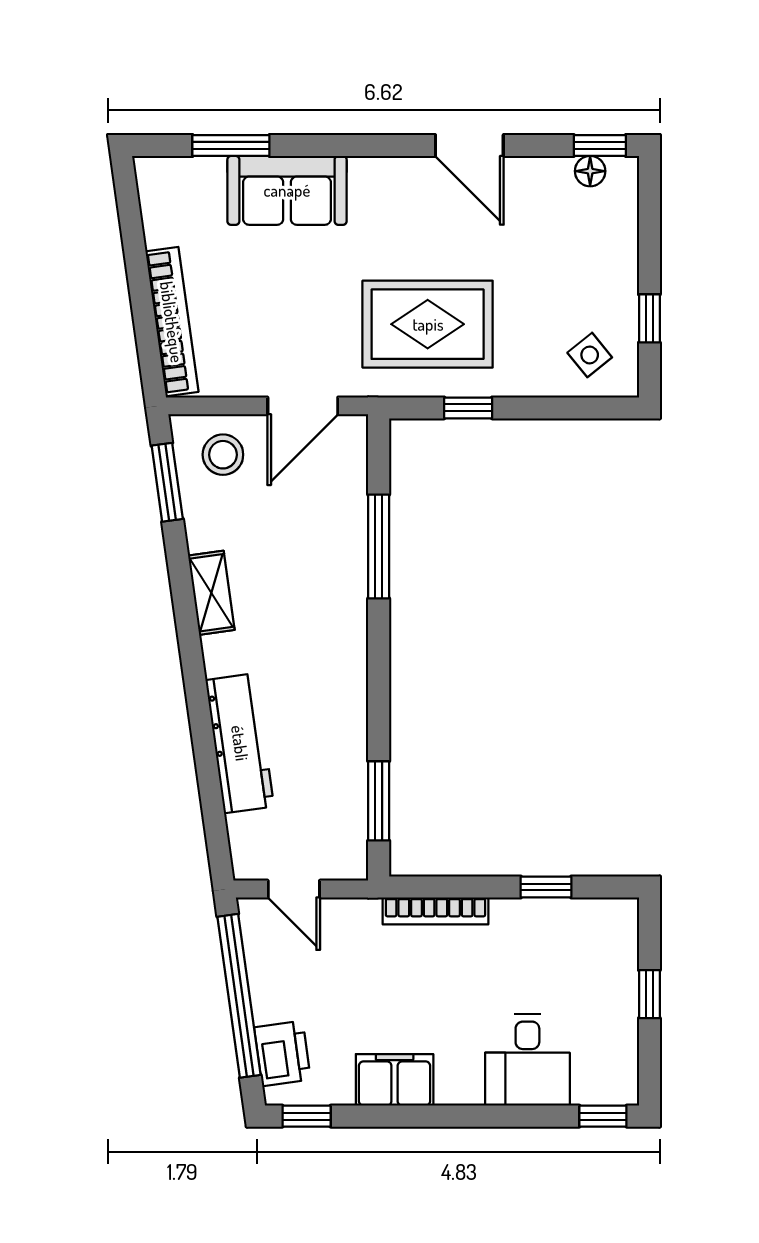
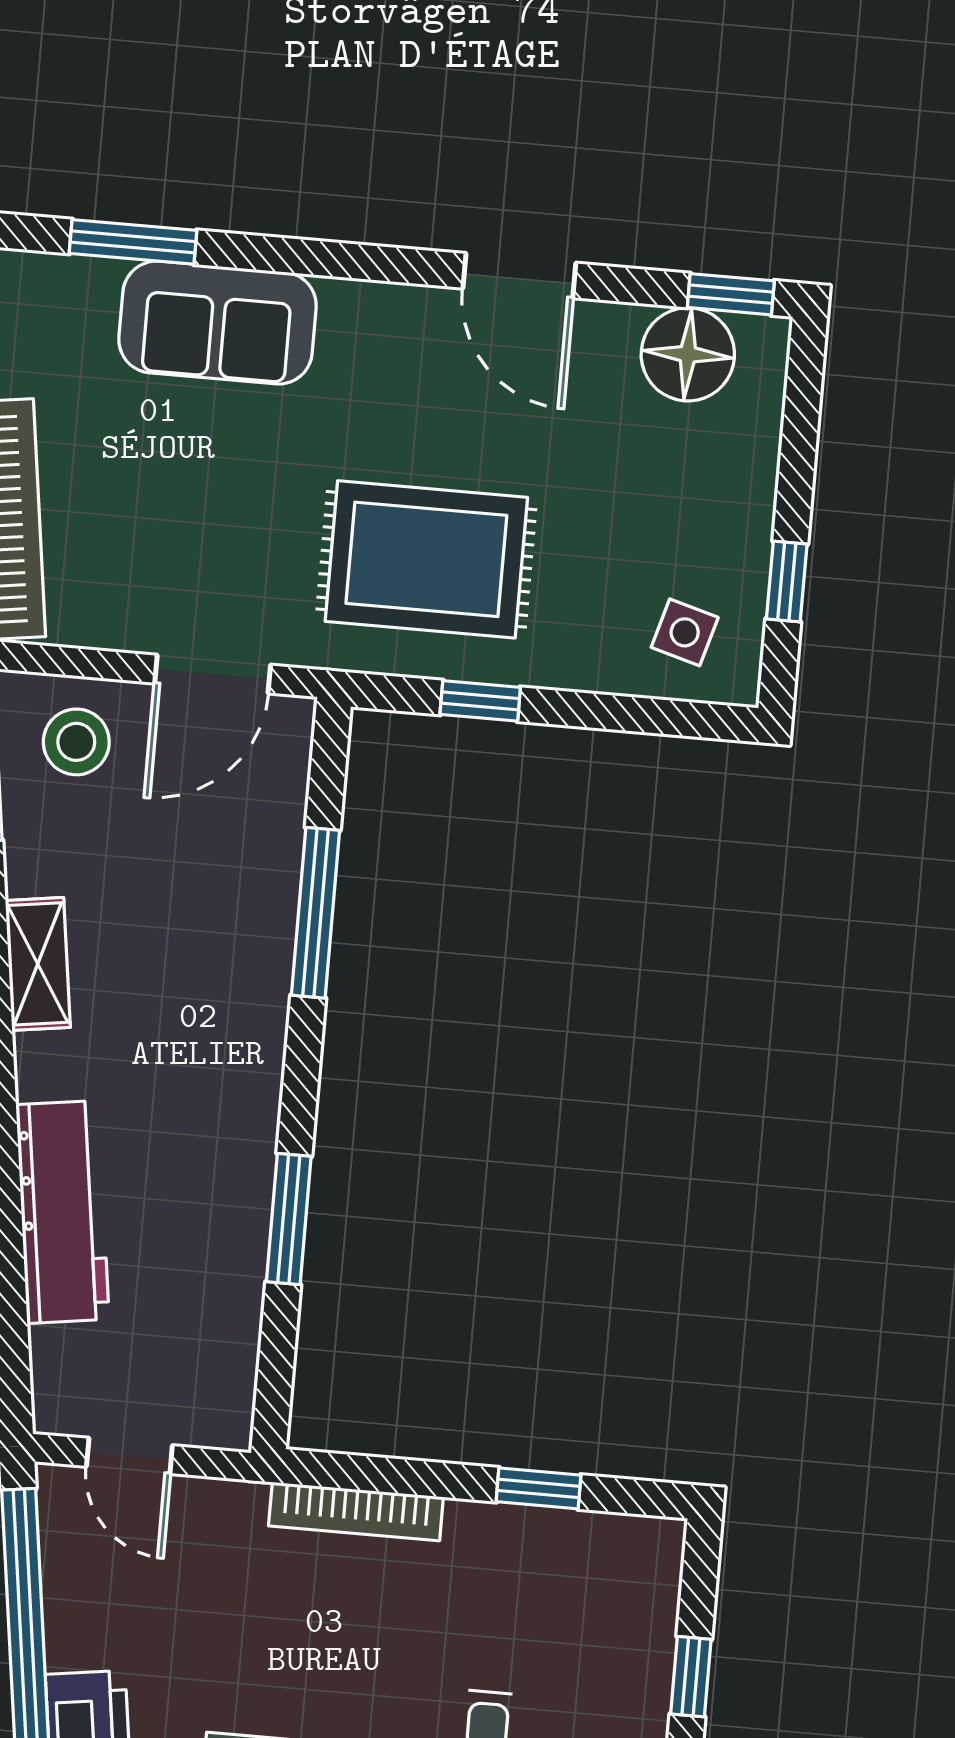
floor lamp: (590, 171) -> (688, 354), width x1.89, depth x1.89
side table: (590, 355) -> (685, 632), turned -35
window: (379, 801) -> (289, 1219), moved

